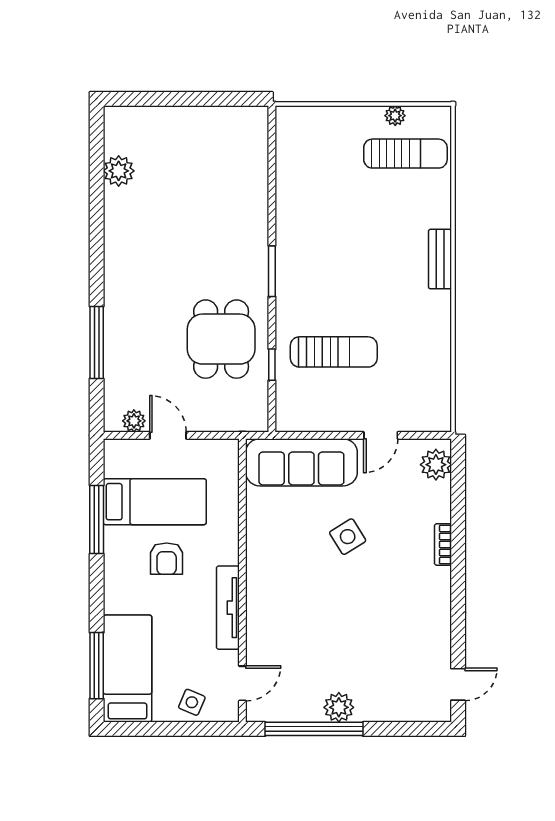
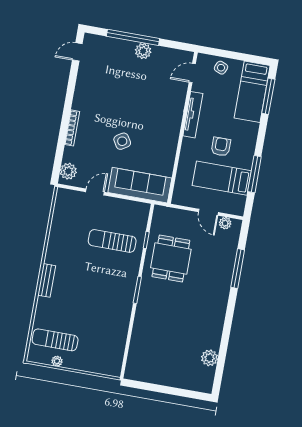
bookcase: (443, 545) -> (72, 128), width x1.56
window: (314, 729) -> (133, 37), moved

